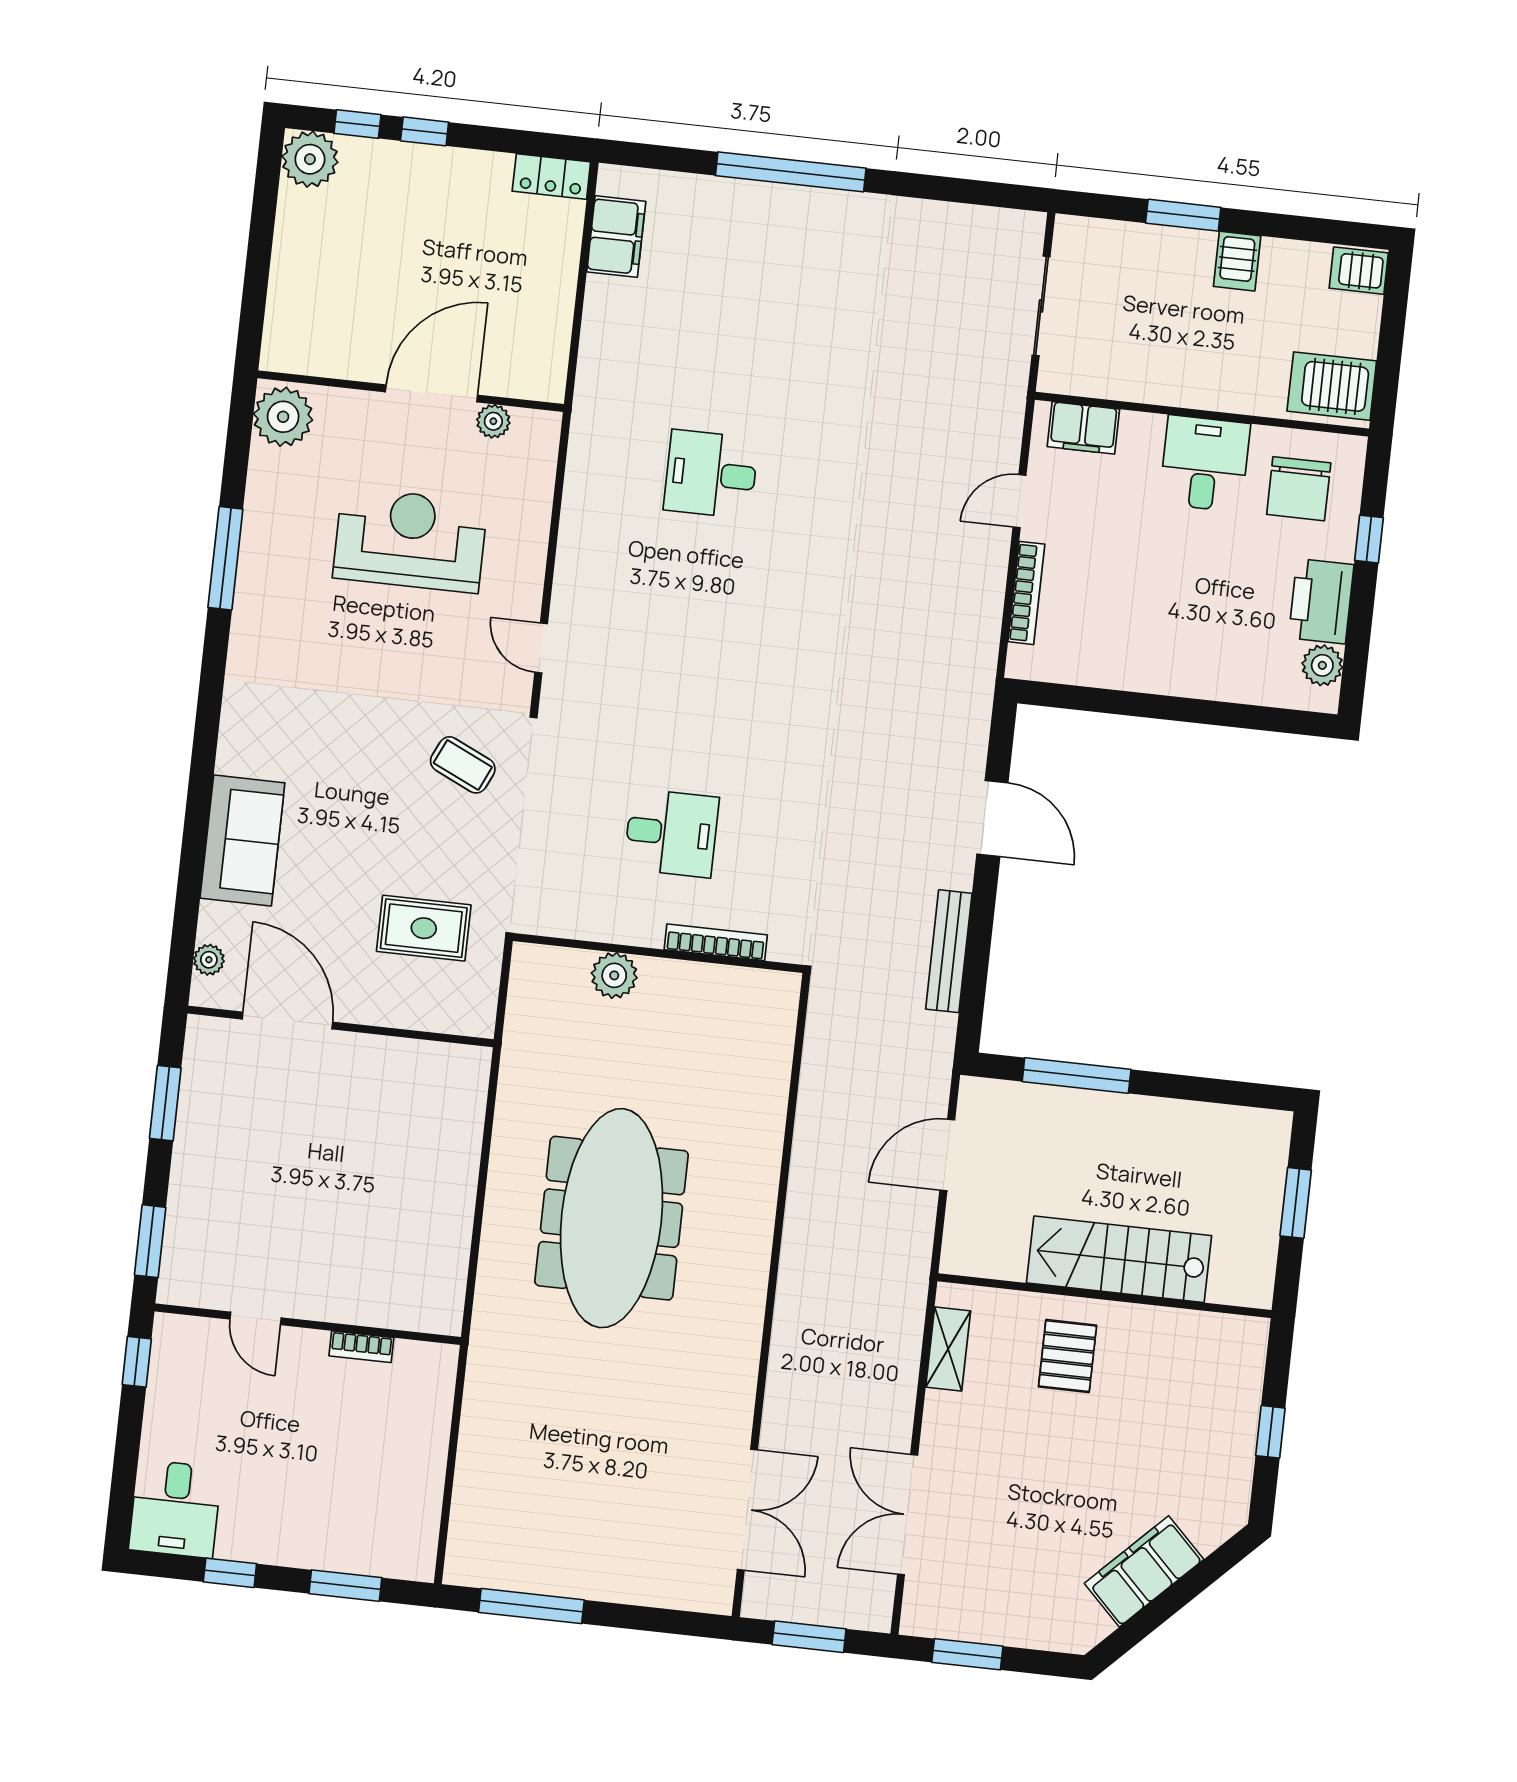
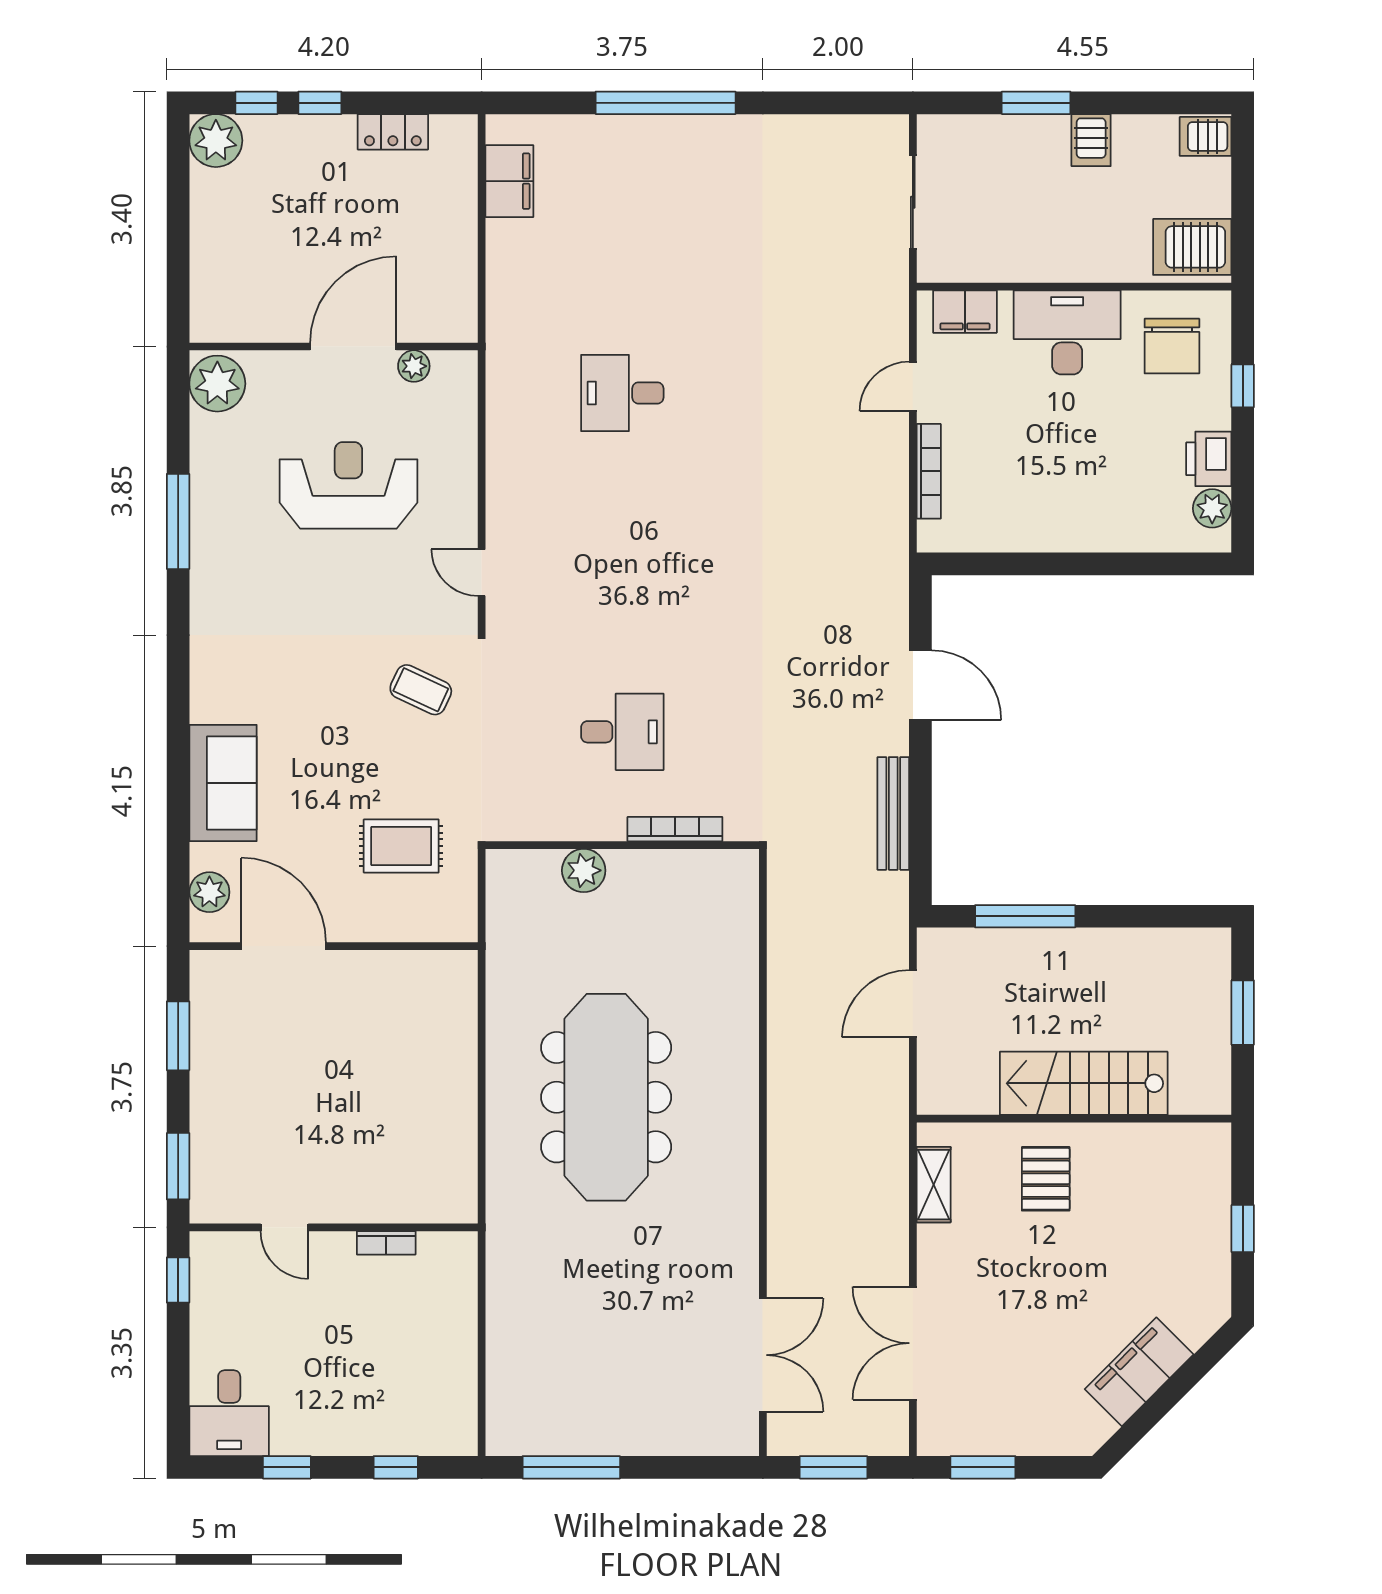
locker: (551, 177) -> (393, 132), moved
desk: (1205, 464) -> (1067, 332), width x1.37
printer: (1321, 601) -> (1209, 459), width x0.73, depth x0.84
plant: (209, 960) -> (209, 892), width x1.38, depth x1.38
window: (345, 1586) -> (396, 1467), width x0.67

